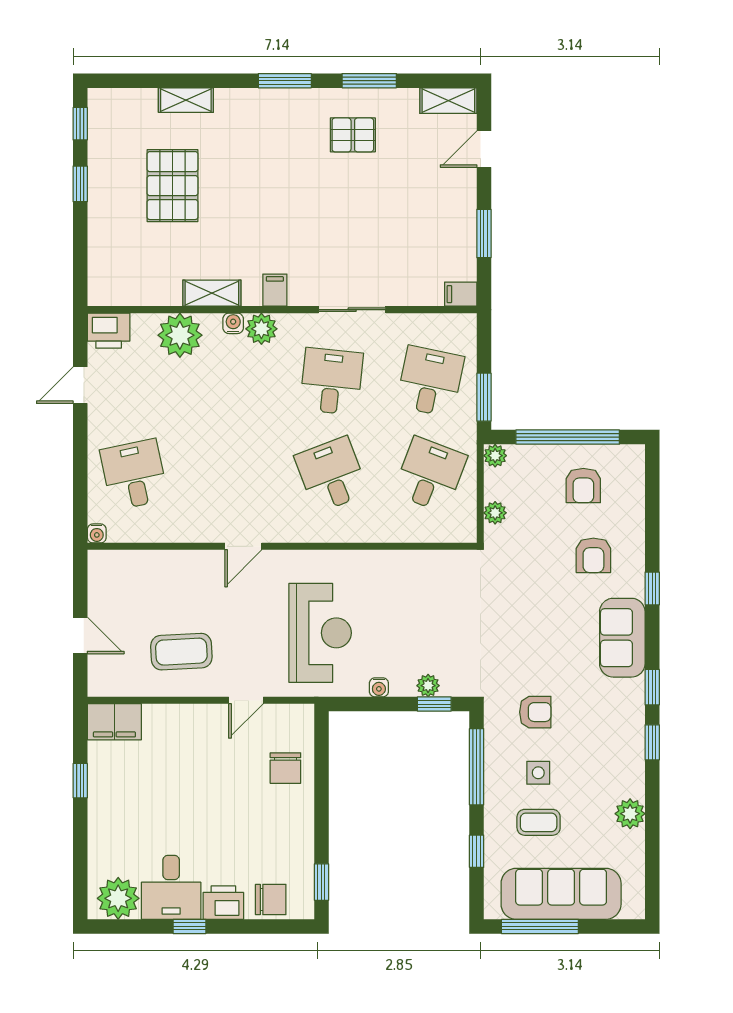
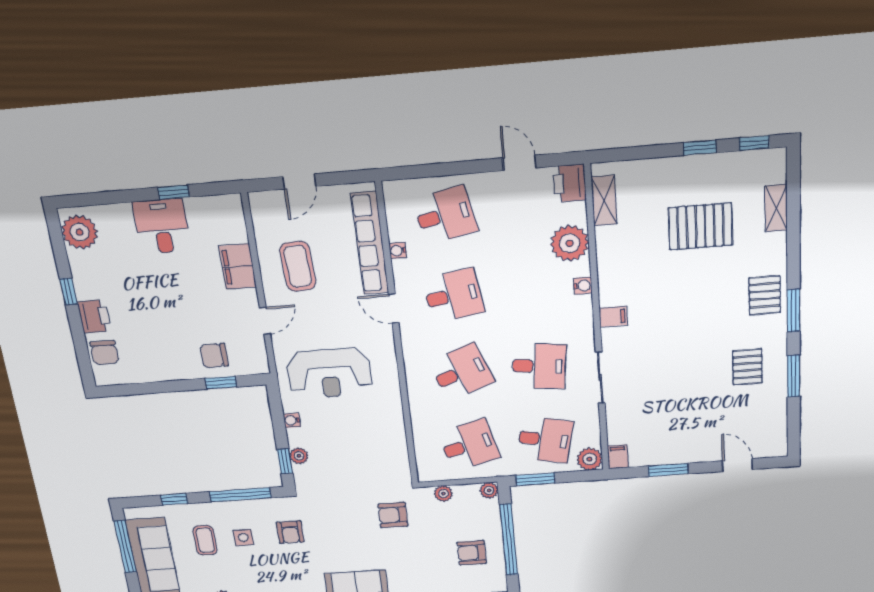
shelving: (186, 100) -> (776, 208), moved
shelving: (448, 101) -> (777, 436), removed
pallet: (263, 114) -> (765, 295), added
shelving: (212, 293) -> (604, 201), moved
plant: (261, 329) -> (590, 459), moved
desk: (233, 475) -> (453, 295), added
desk: (430, 475) -> (469, 445), turned -36
water cooler: (97, 533) -> (398, 250), moved
armchair: (593, 555) -> (393, 515), moved
row of seats: (160, 564) -> (370, 243), added
door: (246, 700) -> (265, 321), swing flipped
filing cabinet: (114, 722) -> (238, 266), moved
window: (321, 882) -> (221, 383), moved
desk: (171, 887) -> (162, 226), moved, turned 90

